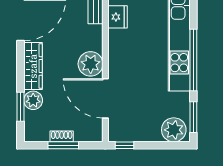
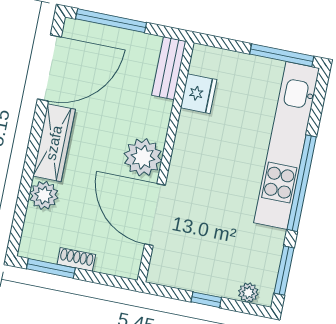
window: (21, 107) -> (22, 201), removed
plant: (174, 130) -> (248, 293), width x0.53, depth x0.53
window: (63, 145) -> (51, 268), moved
window: (124, 145) -> (206, 300), moved

